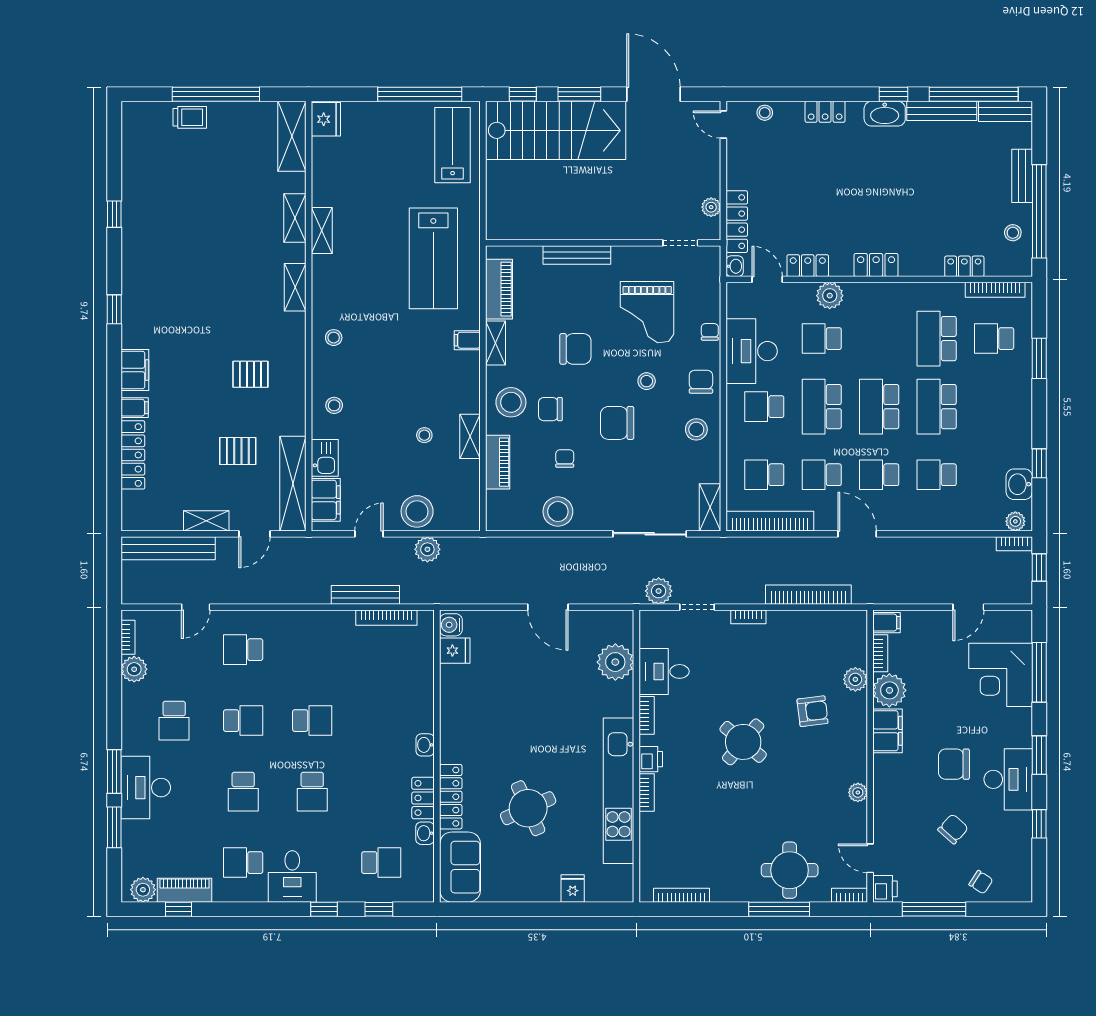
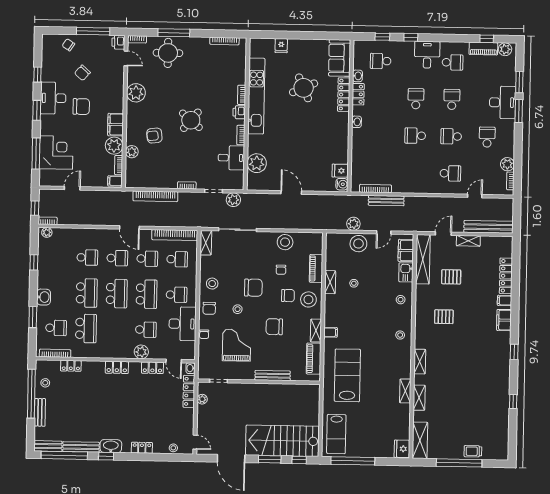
washbasin: (1019, 484) -> (44, 297), moved
plant: (858, 792) -> (136, 93), width x1.88, depth x1.88

